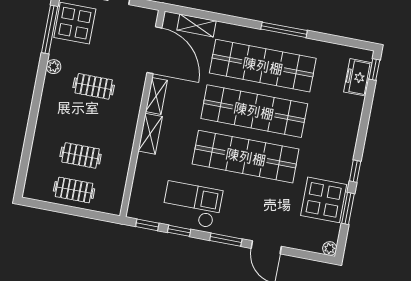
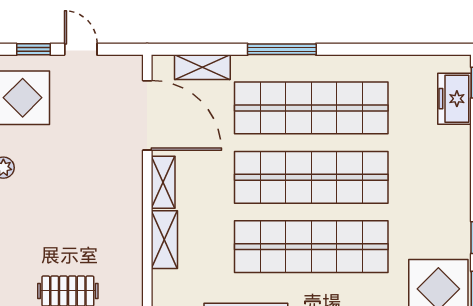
window: (284, 30) -> (282, 49), moved
clothes rail: (94, 86) -> (68, 186), removed

